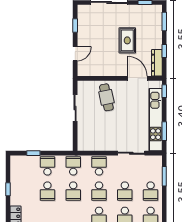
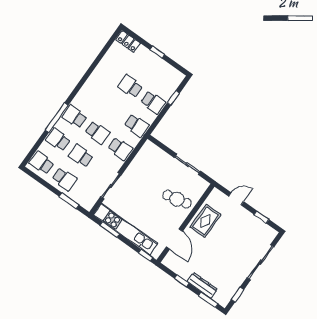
rug: (127, 40) -> (206, 221), moved, turned 90
door: (75, 54) -> (236, 199), swing flipped
dresser: (157, 63) -> (202, 285), moved
door: (137, 78) -> (174, 239), hinge flipped
school desk: (73, 191) -> (114, 109), removed
school desk: (99, 191) -> (97, 133), turned 180
school desk: (151, 191) -> (64, 179), turned 180

